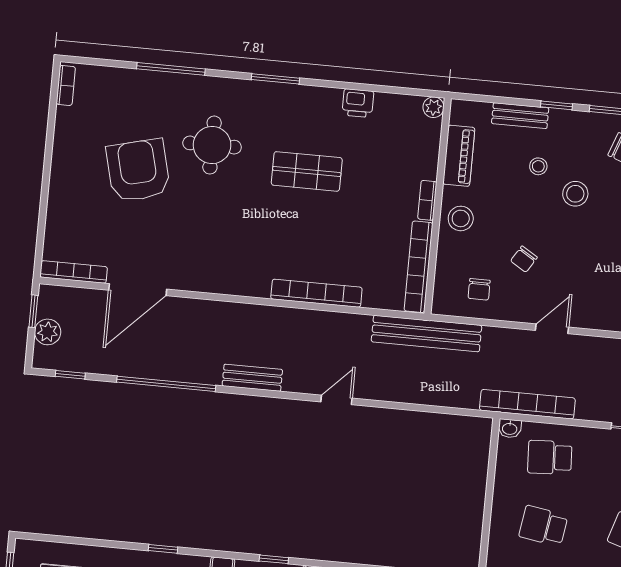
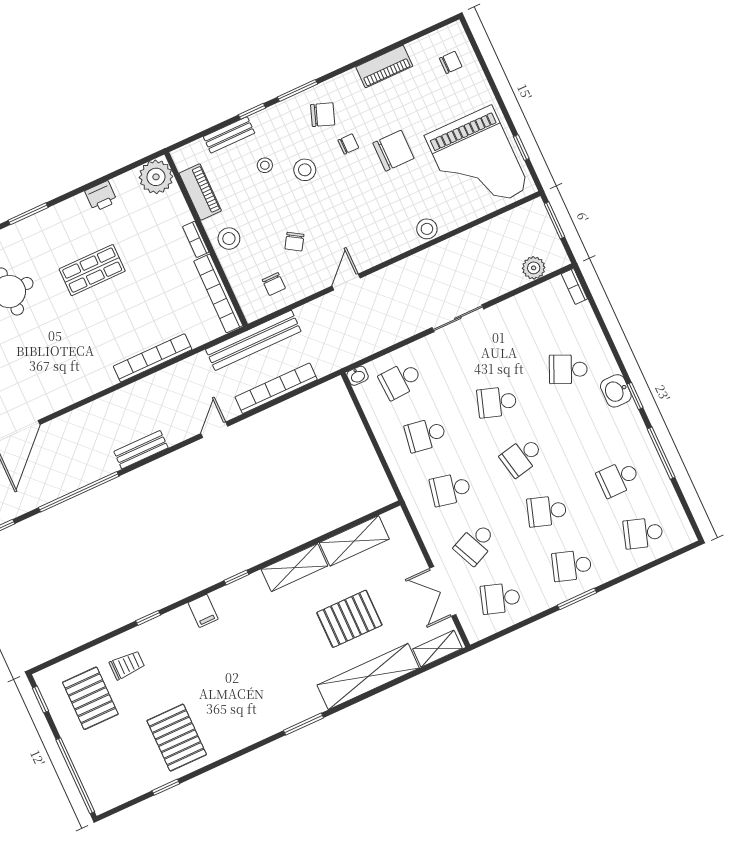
plant: (433, 107) -> (156, 177), width x1.87, depth x1.87
bookcase: (527, 404) -> (276, 388), moved

